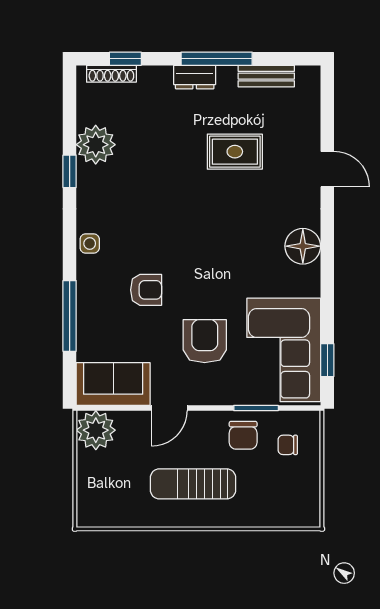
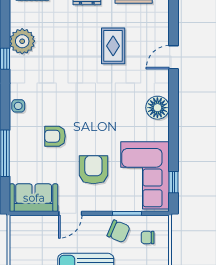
rug: (235, 152) -> (113, 46), turned 90
door: (327, 169) -> (173, 57), swing flipped
armchair: (146, 290) -> (55, 136), turned 180
plant: (96, 430) -> (22, 228), removed
chair: (243, 435) -> (119, 231), turned -67

